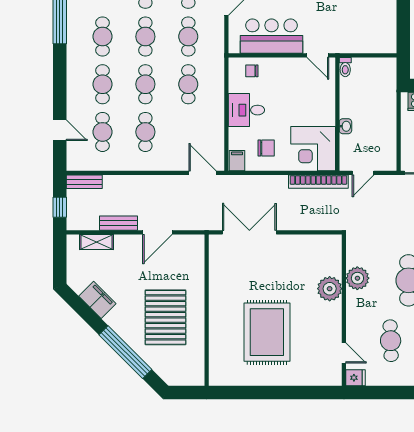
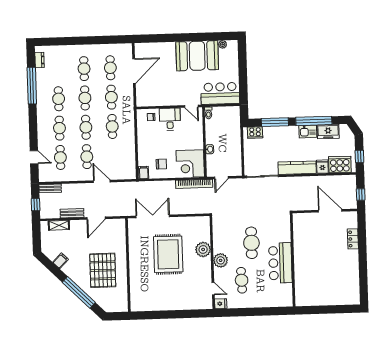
bar counter: (272, 36) -> (220, 93), moved
desk: (246, 110) -> (170, 119), moved, turned 90
door: (203, 173) -> (102, 181), moved
plant: (357, 278) -> (221, 260), moved
filing cabinet: (97, 300) -> (61, 261), width x0.50
rug: (267, 332) -> (168, 254), moved

